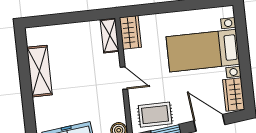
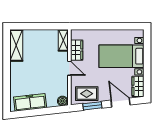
wardrobe: (130, 32) -> (77, 50), moved
shelving: (39, 71) -> (16, 45), moved

